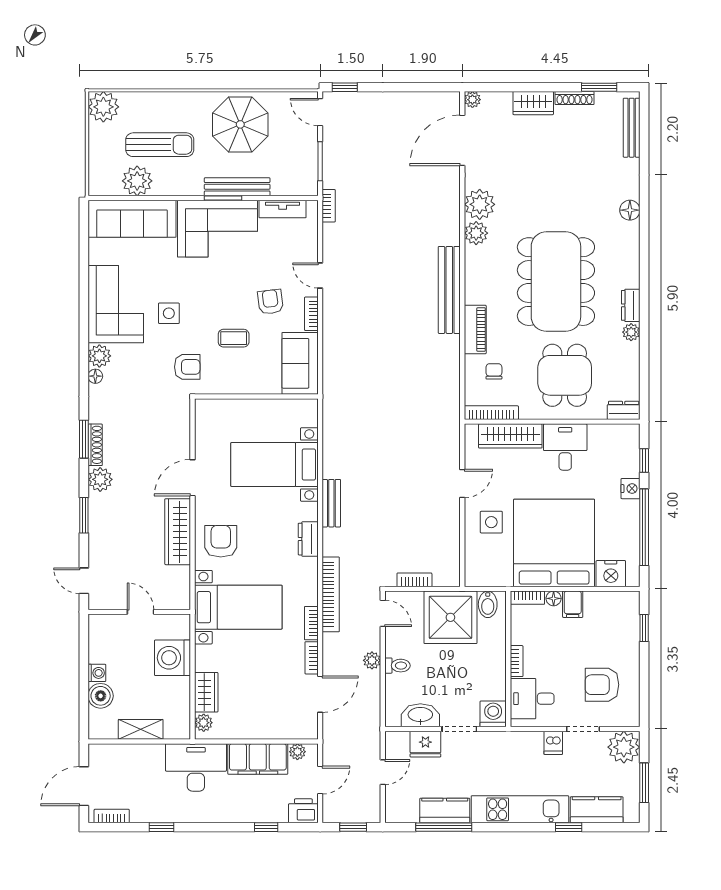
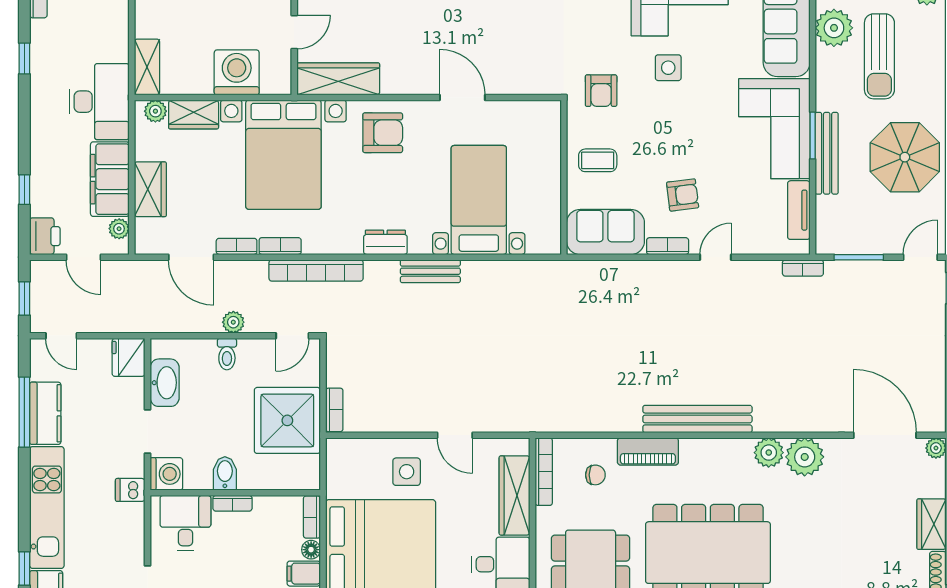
coffee table: (234, 338) -> (598, 160), moved, turned 90
wardrobe: (178, 532) -> (338, 79), moved
bookcase: (414, 580) -> (334, 410), moved
bidet: (488, 604) -> (225, 473), moved, turned 90
bed with nightstands: (238, 607) -> (283, 155), width x1.36
wardrobe: (266, 727) -> (150, 189), added
shelving: (141, 729) -> (147, 67), moved
dishwasher: (553, 743) -> (130, 490), moved
fridge: (425, 744) -> (129, 357), moved
door: (383, 772) -> (61, 336), moved

